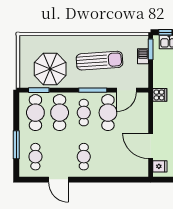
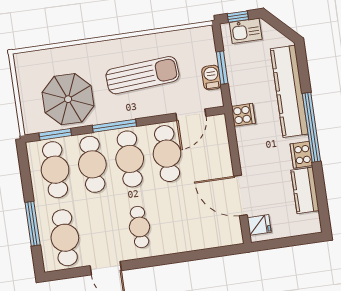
window: (151, 49) -> (222, 68), moved
barbecue: (143, 56) -> (211, 78), moved
window: (93, 90) -> (114, 126), moved
cafe table: (84, 113) -> (130, 159), width x1.37, depth x1.35
cafe table: (35, 157) -> (65, 238), width x1.37, depth x1.35

